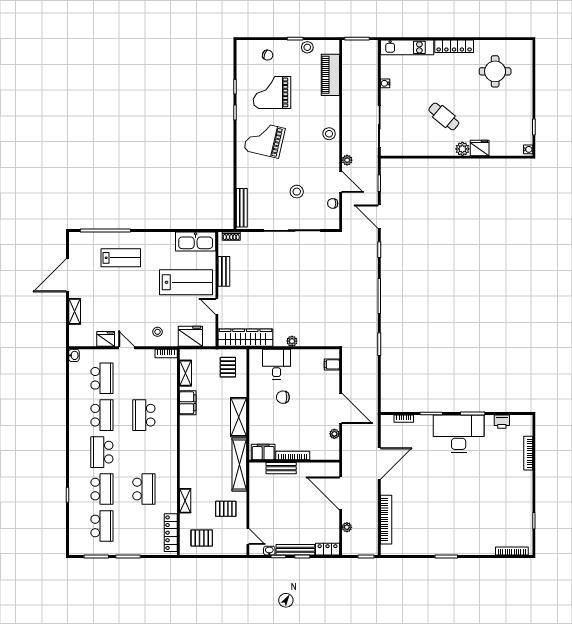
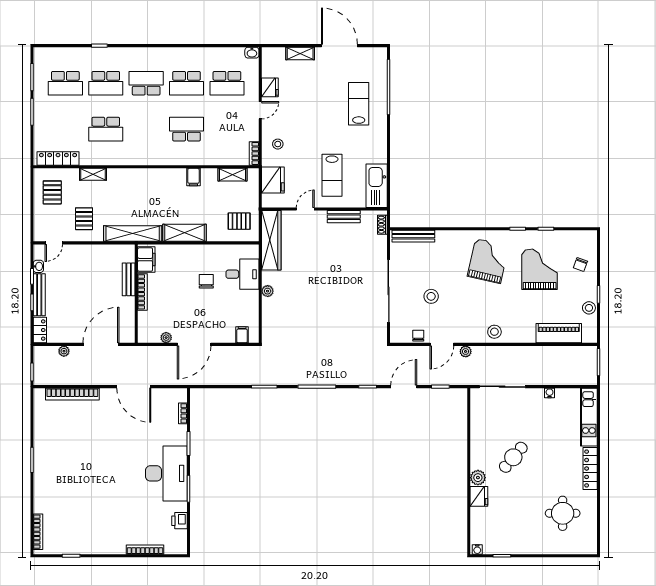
lab bench: (121, 258) -> (359, 104), turned 180
lab bench: (186, 282) -> (332, 175), width x0.73, depth x0.72
filing cabinet: (188, 403) -> (193, 177), width x0.50

